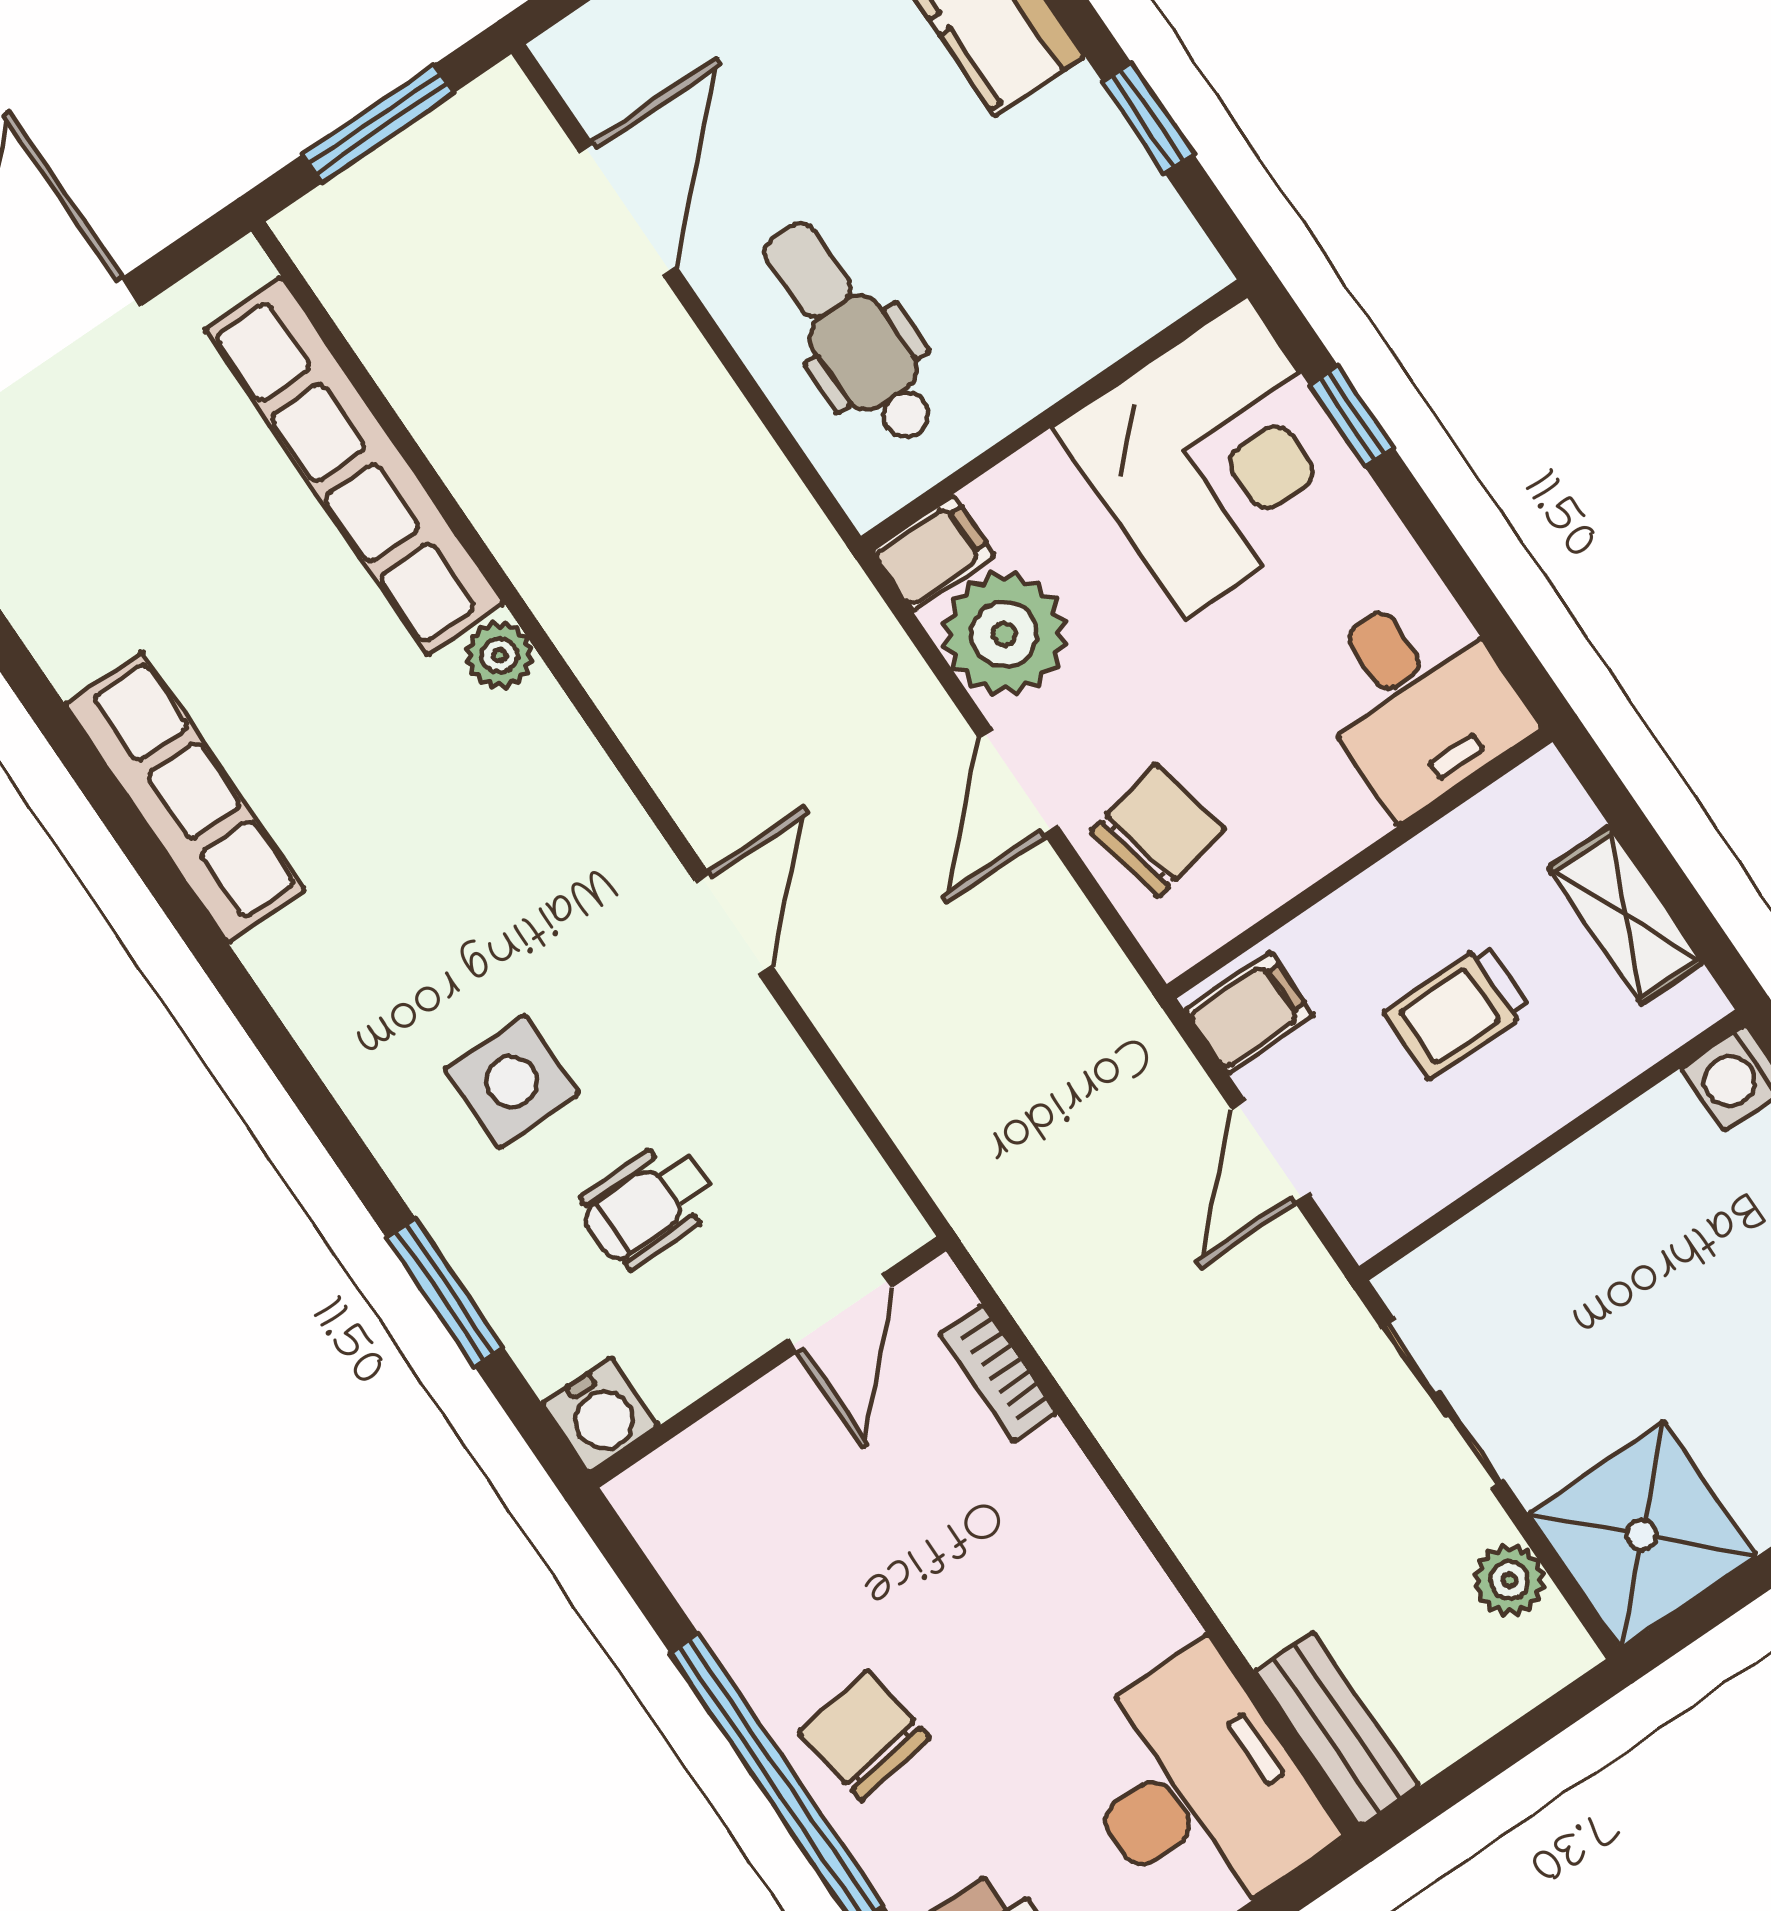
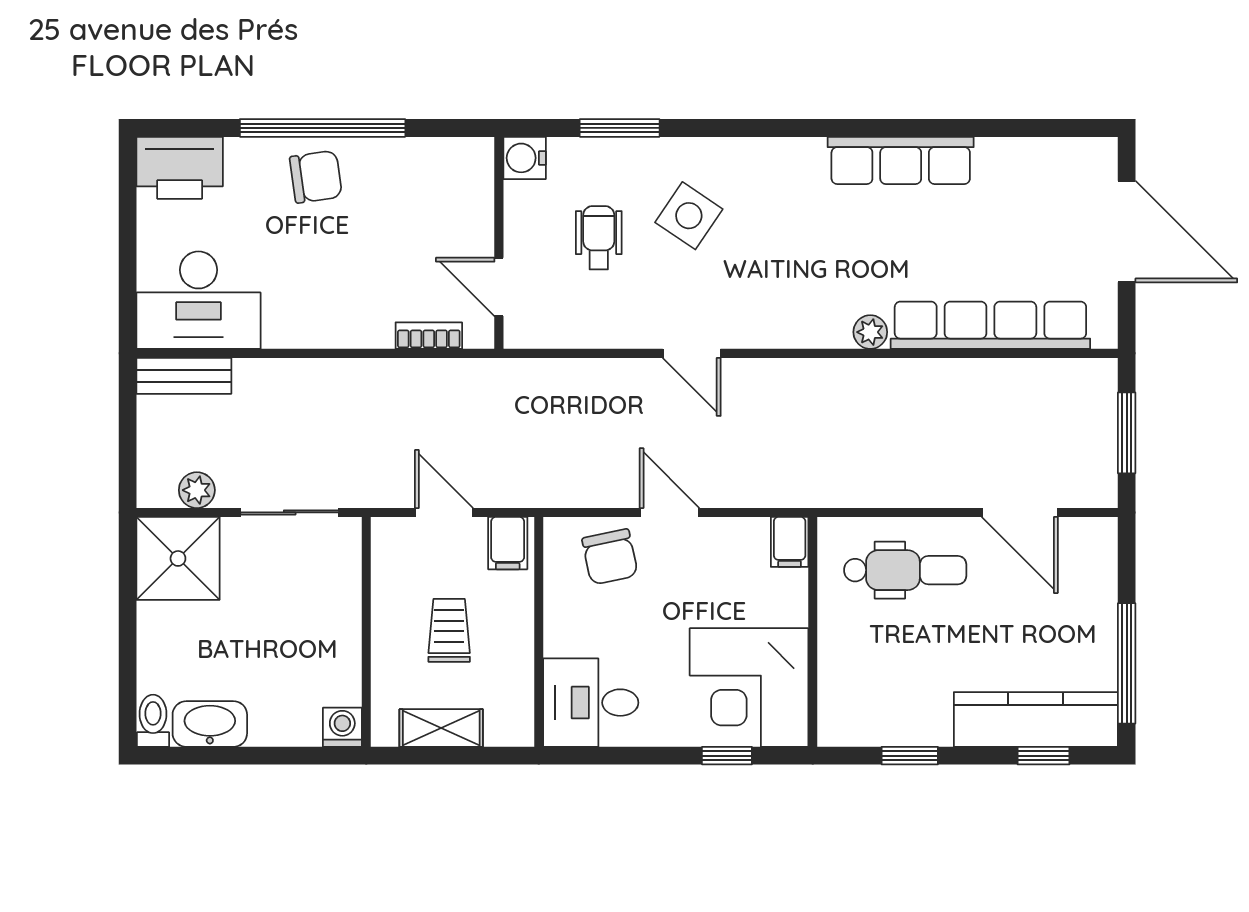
plant: (1004, 634) -> (735, 549), removed
side table: (511, 1082) -> (689, 216), turned 34

